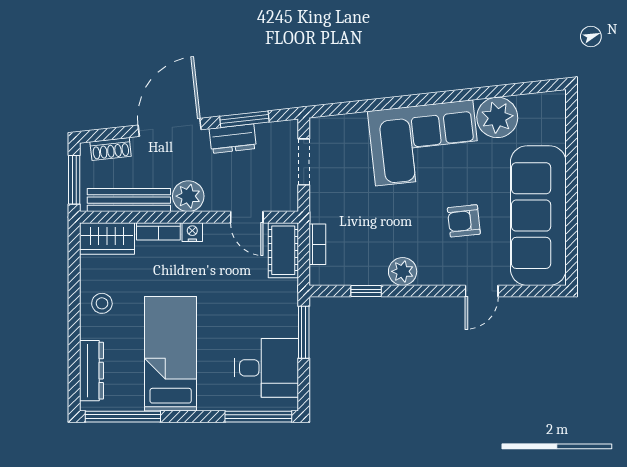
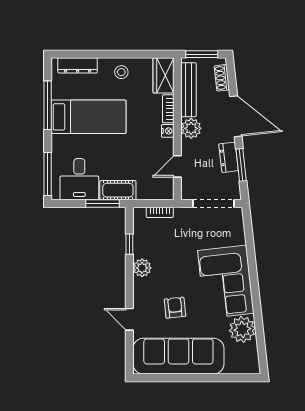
doorway: (304, 162) -> (213, 203), width x1.38
cot: (283, 250) -> (118, 190), moved
window: (123, 417) -> (48, 105), moved

